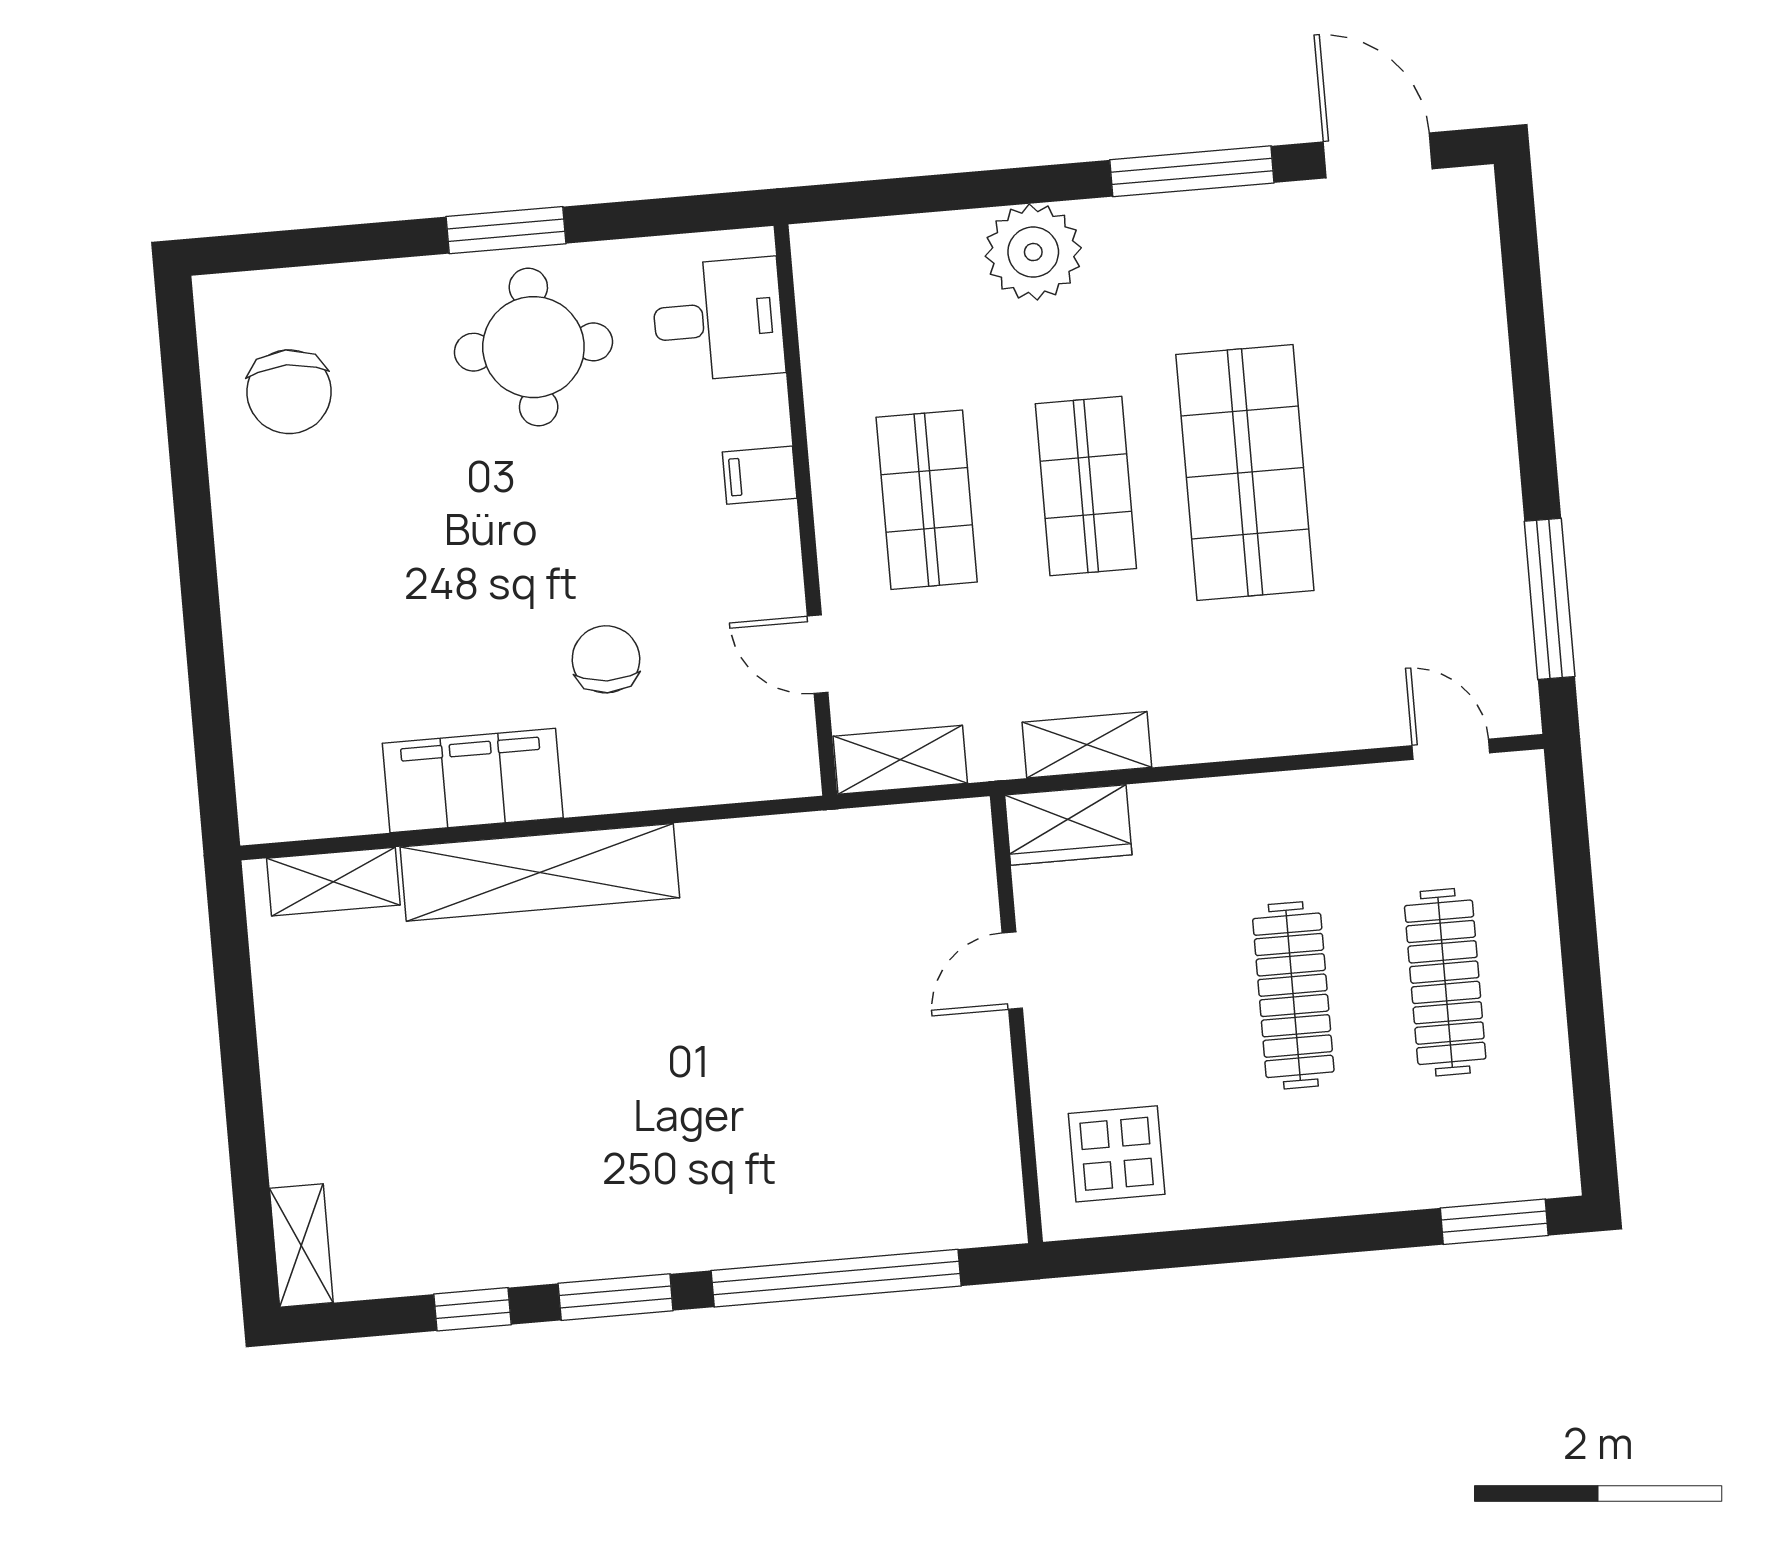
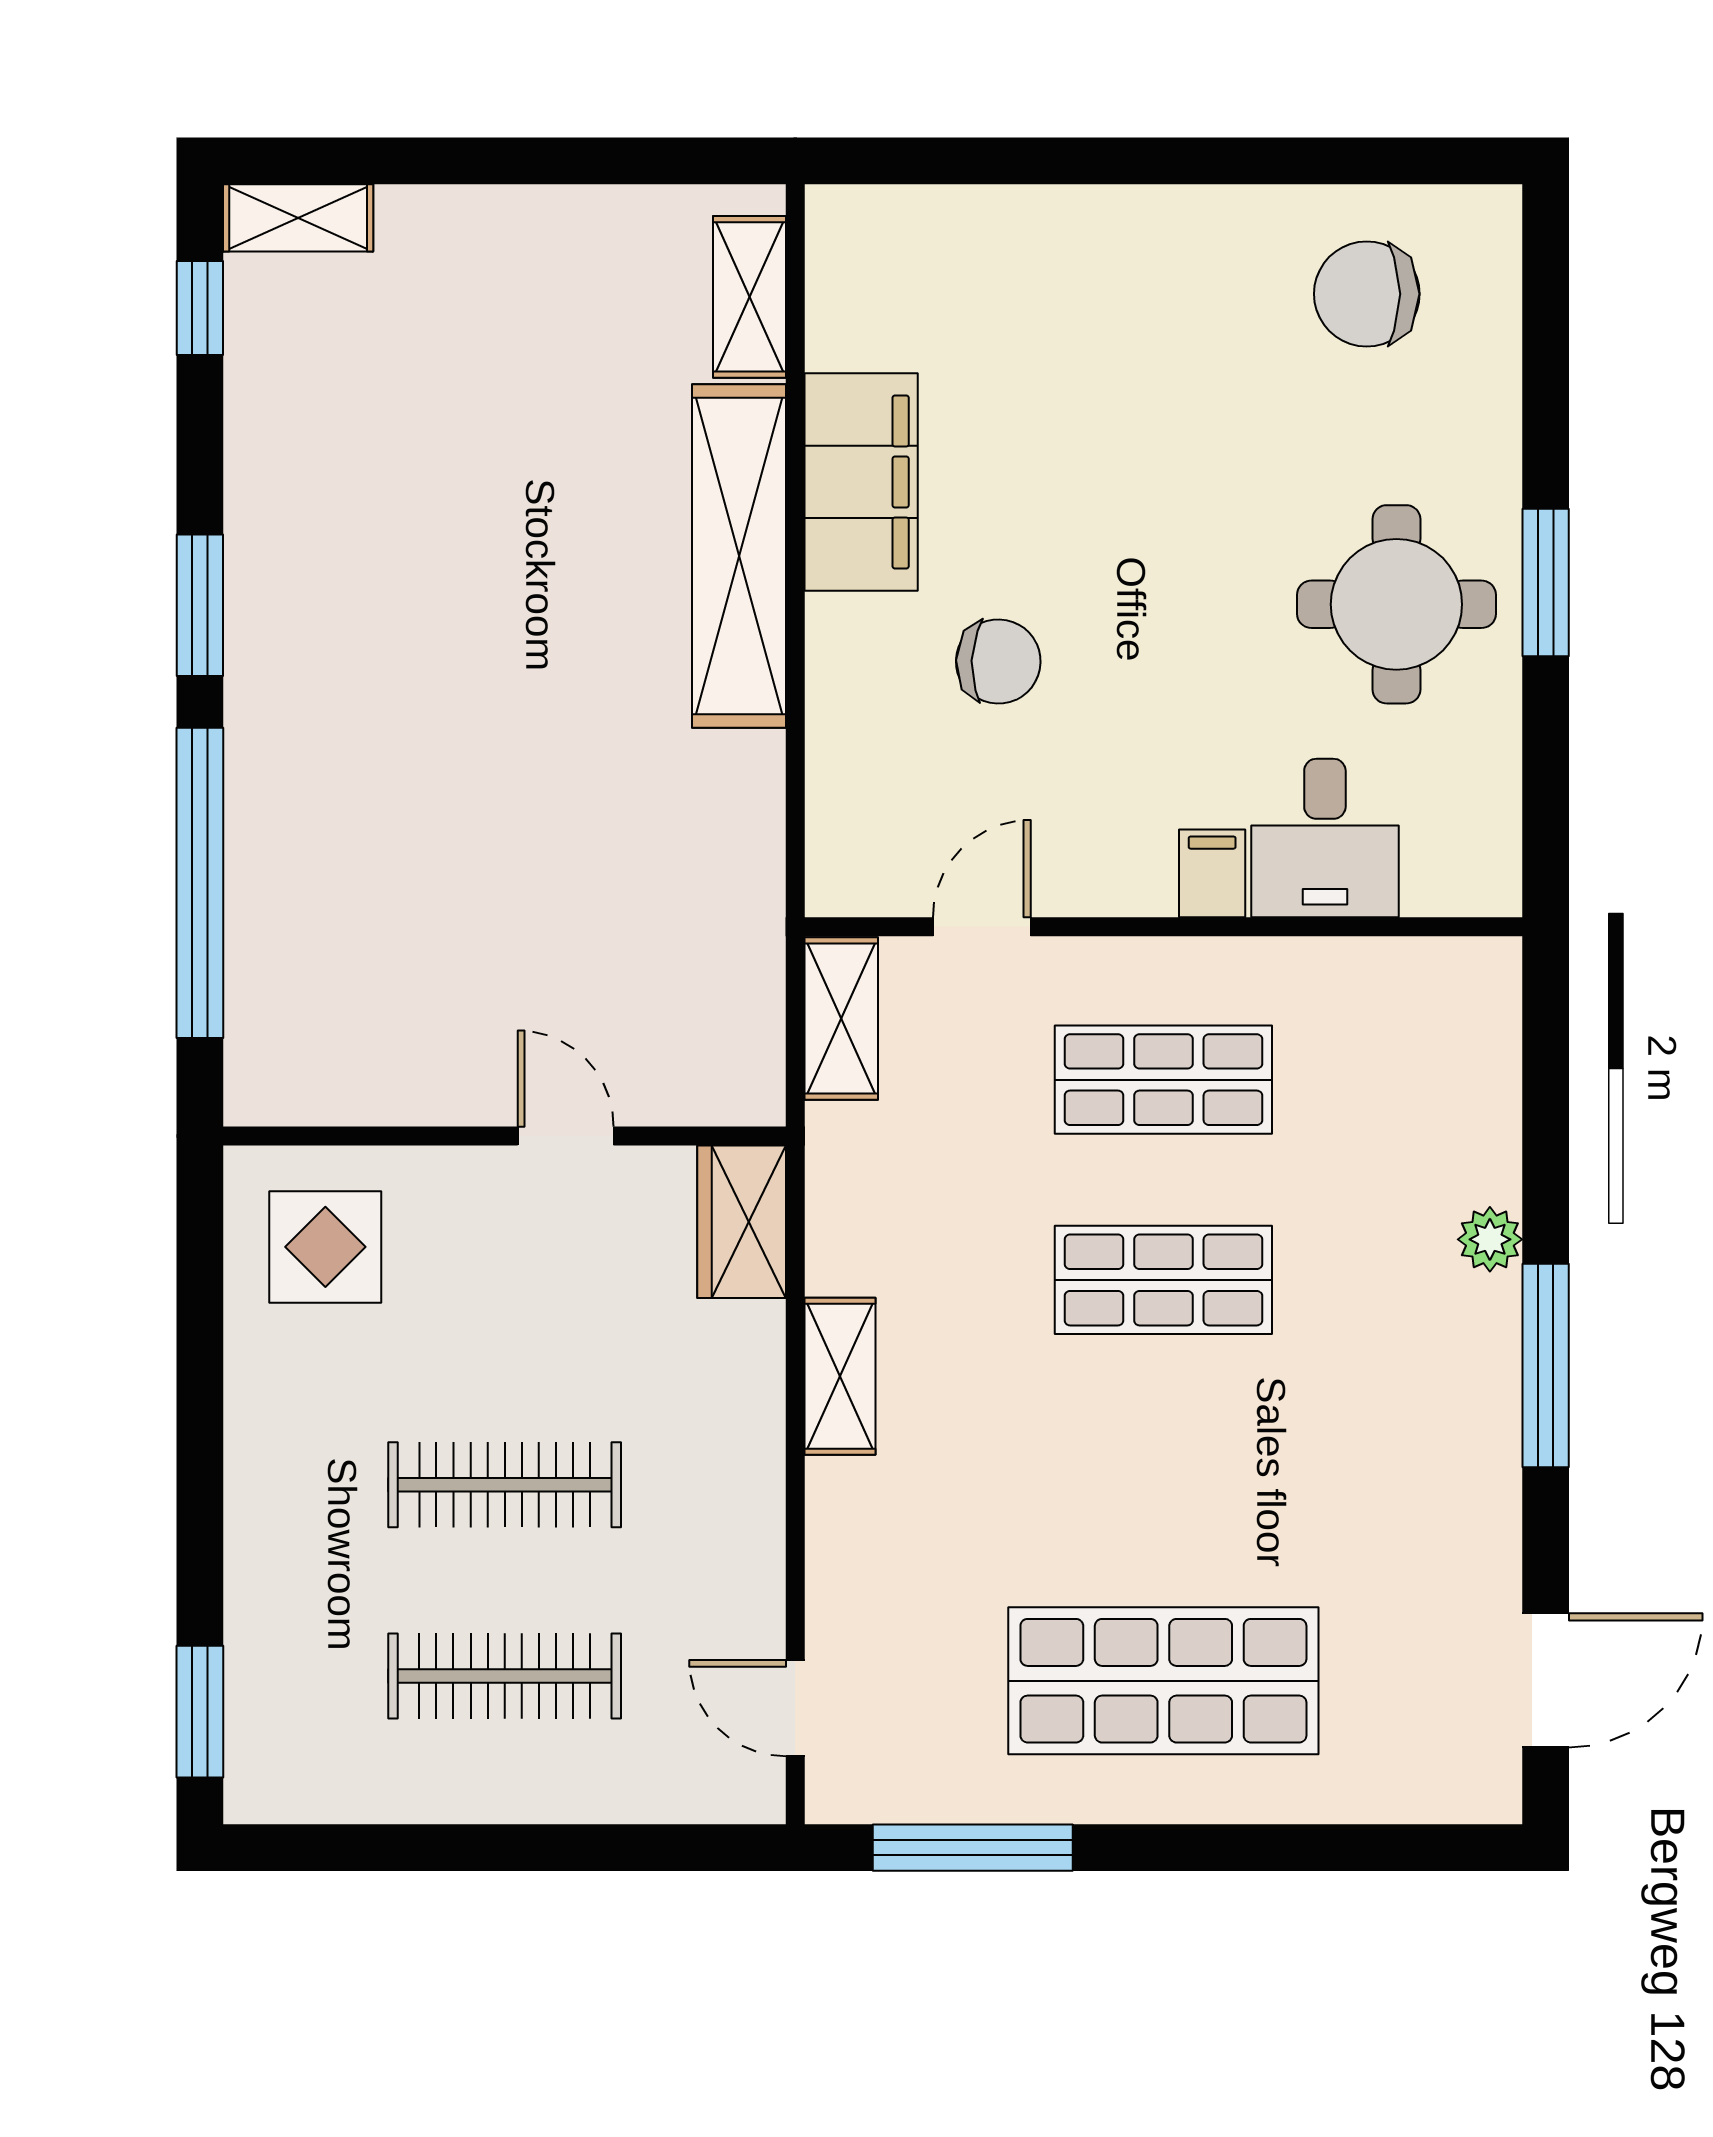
window: (1192, 171) -> (1546, 1366), moved
plant: (1033, 252) -> (1490, 1239), width x0.53, depth x0.53
desk: (718, 319) -> (1325, 838), moved
shop shelf: (1245, 472) -> (1163, 1681), moved
shelving: (1087, 745) -> (840, 1376), moved
door: (1451, 749) -> (795, 1708), swing flipped
window: (473, 1309) -> (200, 308), moved

